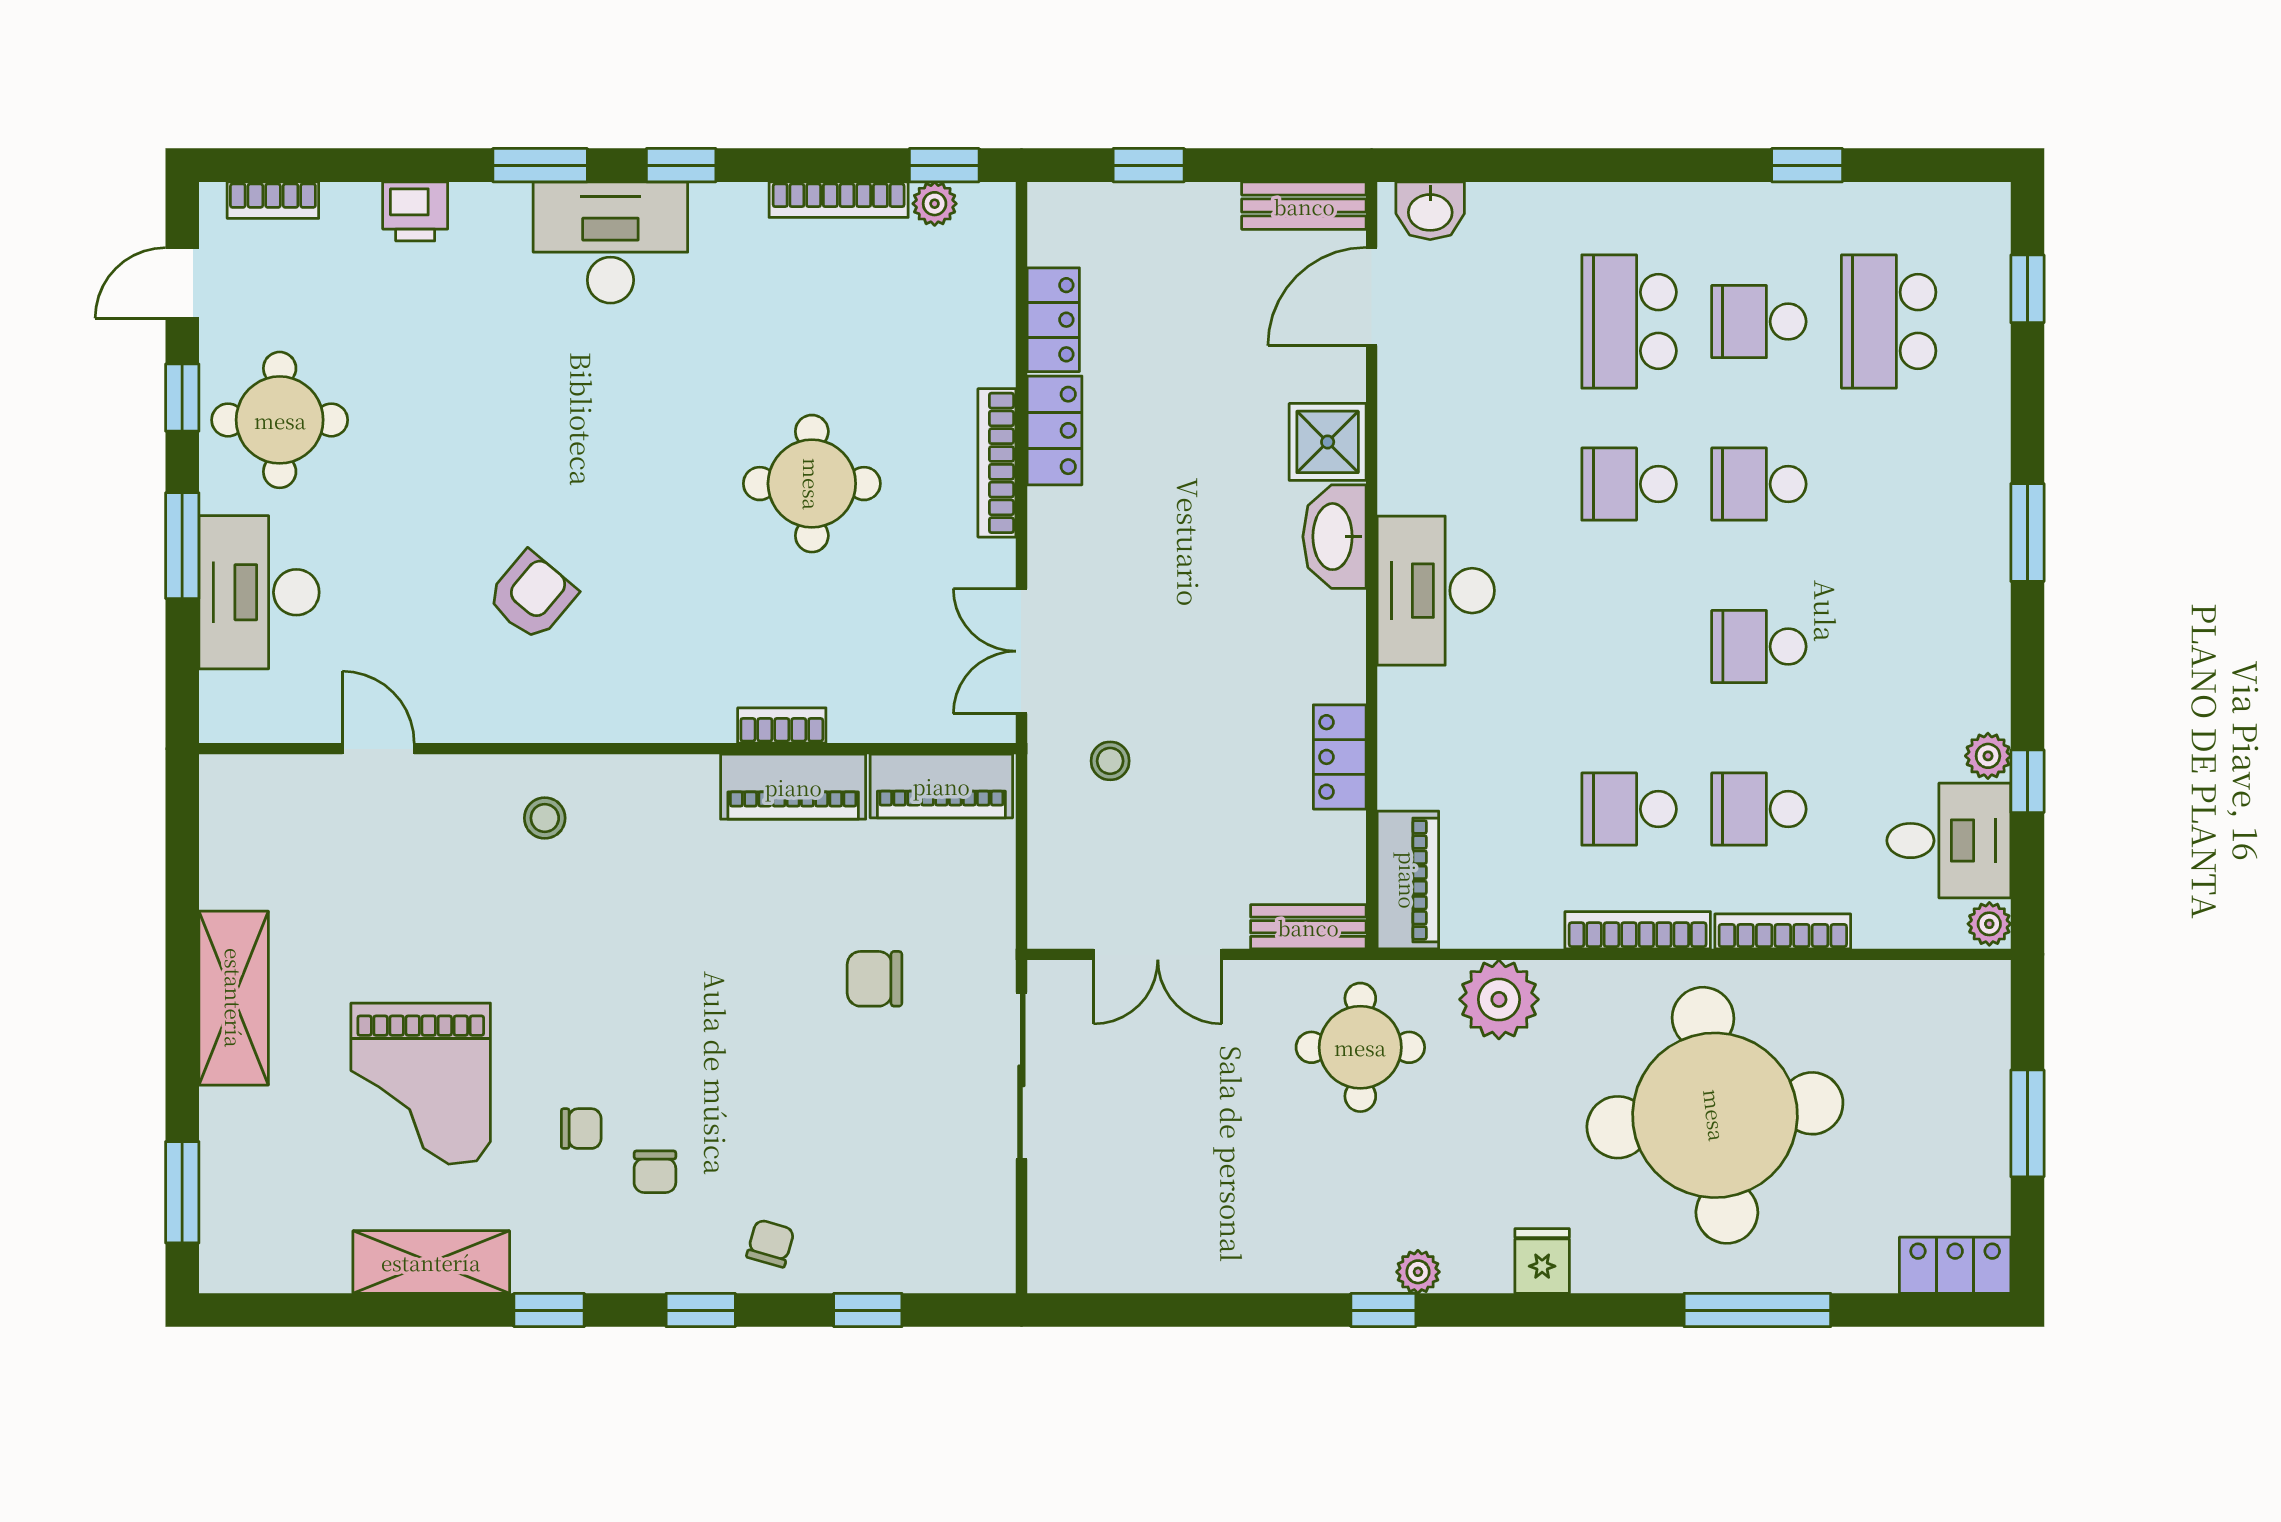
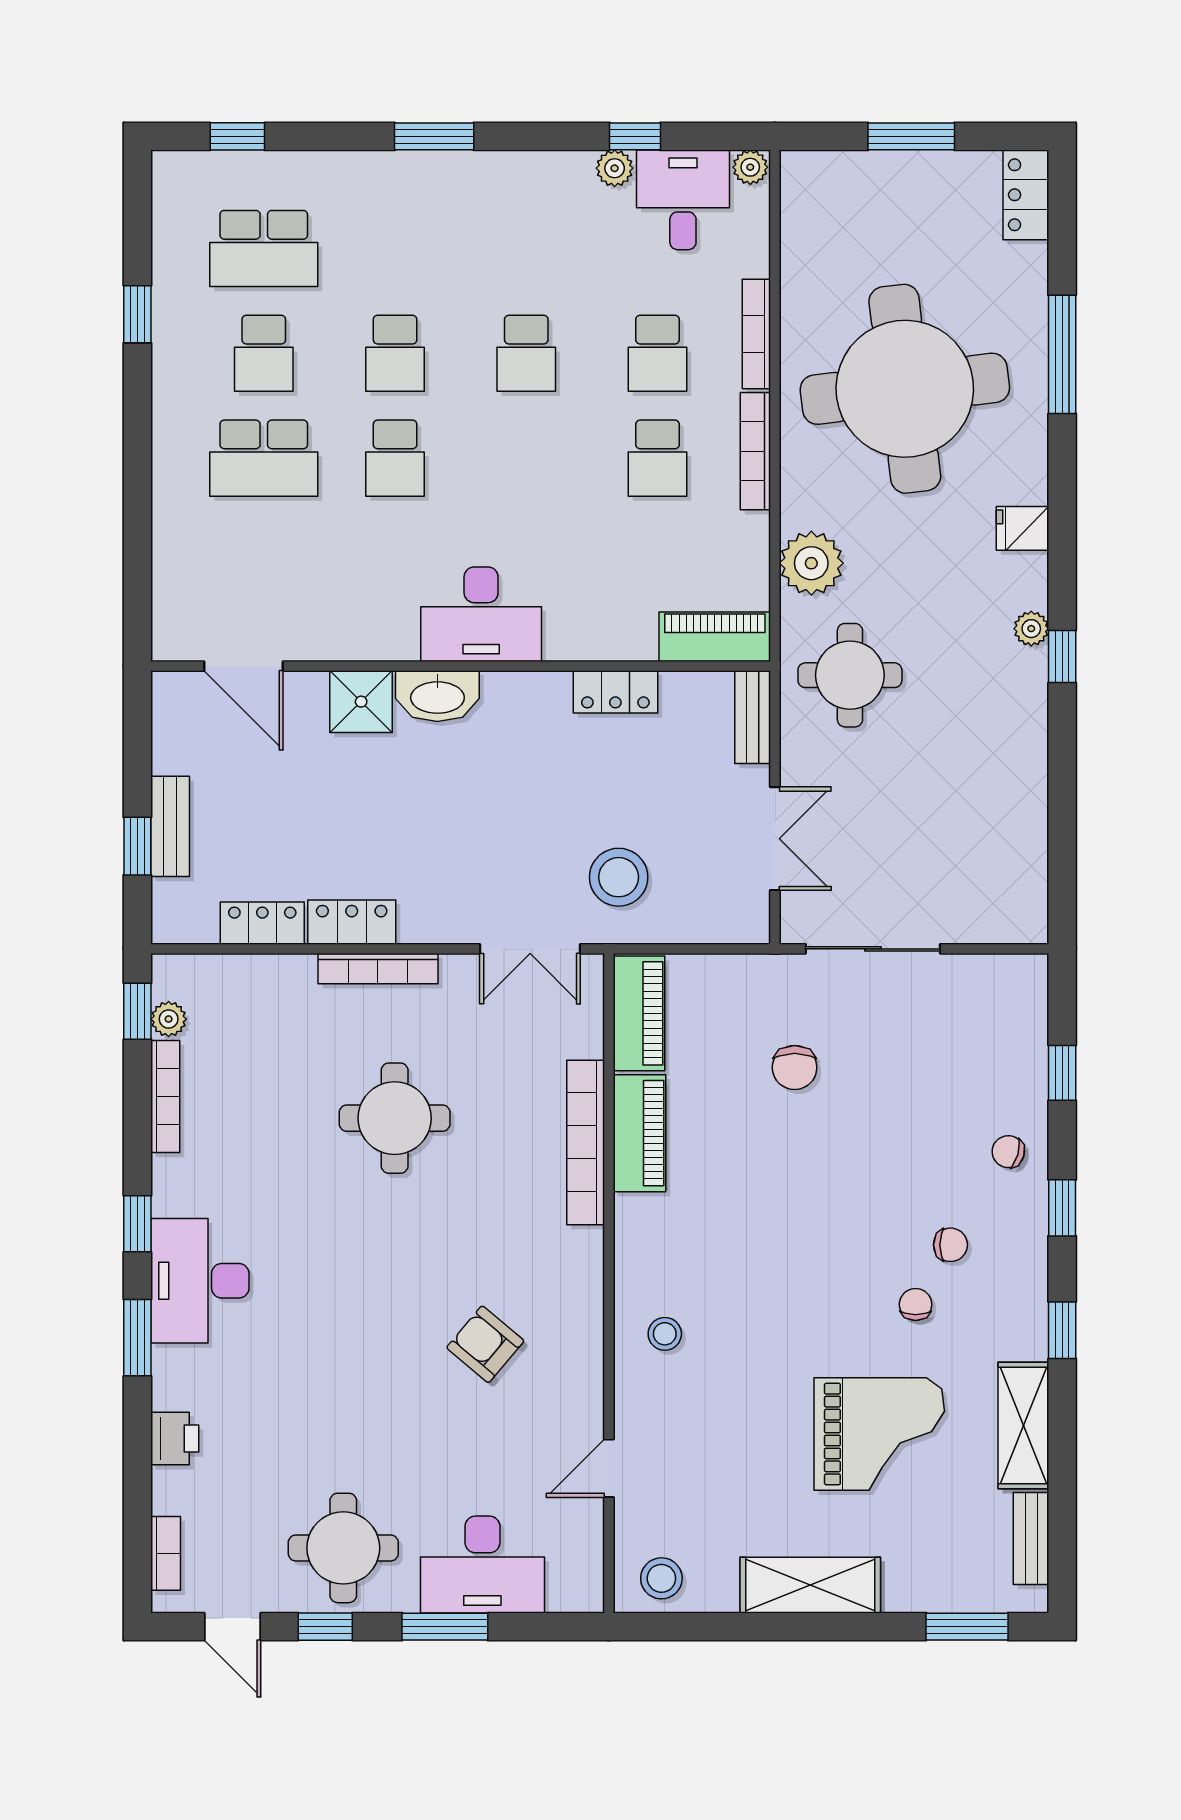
bench: (1304, 206) -> (170, 826), moved
washbasin: (1430, 211) -> (174, 619), removed
bookcase: (782, 725) -> (586, 1142), width x2.31, depth x1.31
stool: (1110, 761) -> (619, 877), width x1.89, depth x1.89
stool: (242, 814) -> (661, 1578), added
bench: (291, 1272) -> (1031, 1538), added

